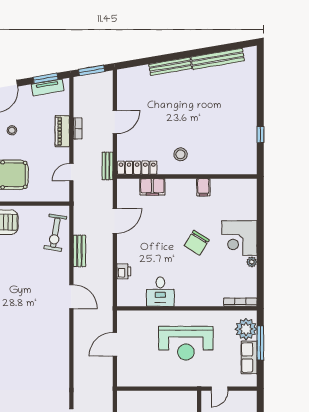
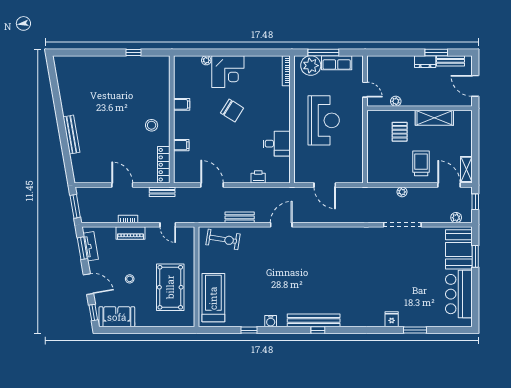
bench: (218, 59) -> (65, 91), removed
filing cabinet: (152, 187) -> (181, 145), width x0.50
plant: (252, 262) -> (206, 60), moved

